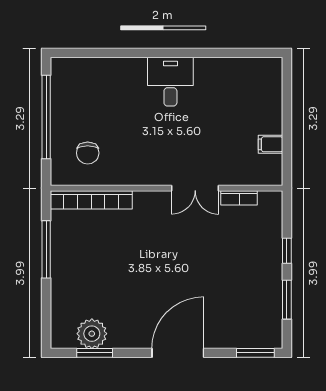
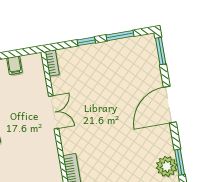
bookcase: (239, 198) -> (52, 63), moved
door: (178, 353) -> (170, 105), hinge flipped

